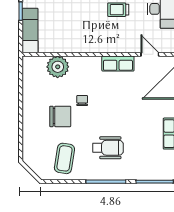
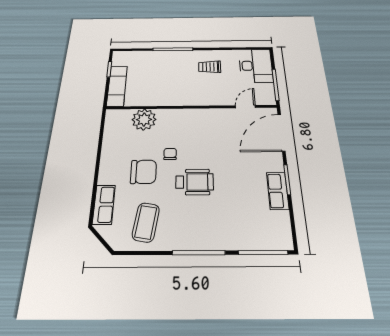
door: (150, 54) -> (245, 107), hinge flipped
row of seats: (118, 63) -> (104, 205), moved, turned -90
wheelchair: (108, 148) -> (195, 182), moved

